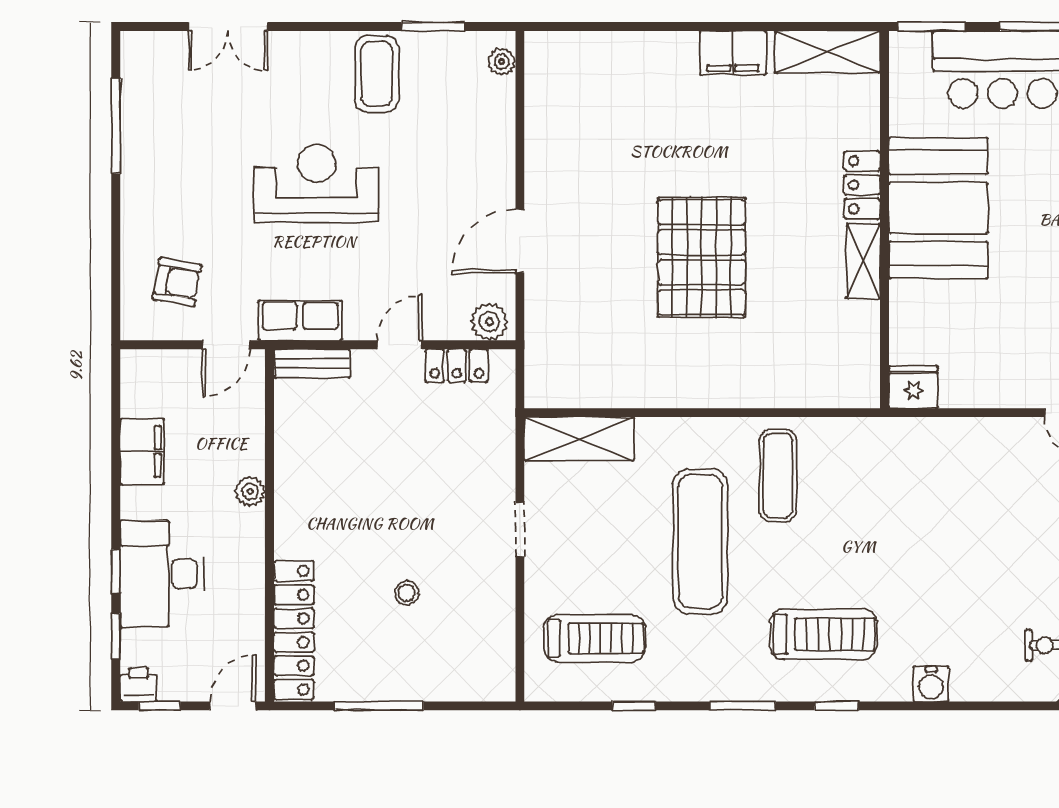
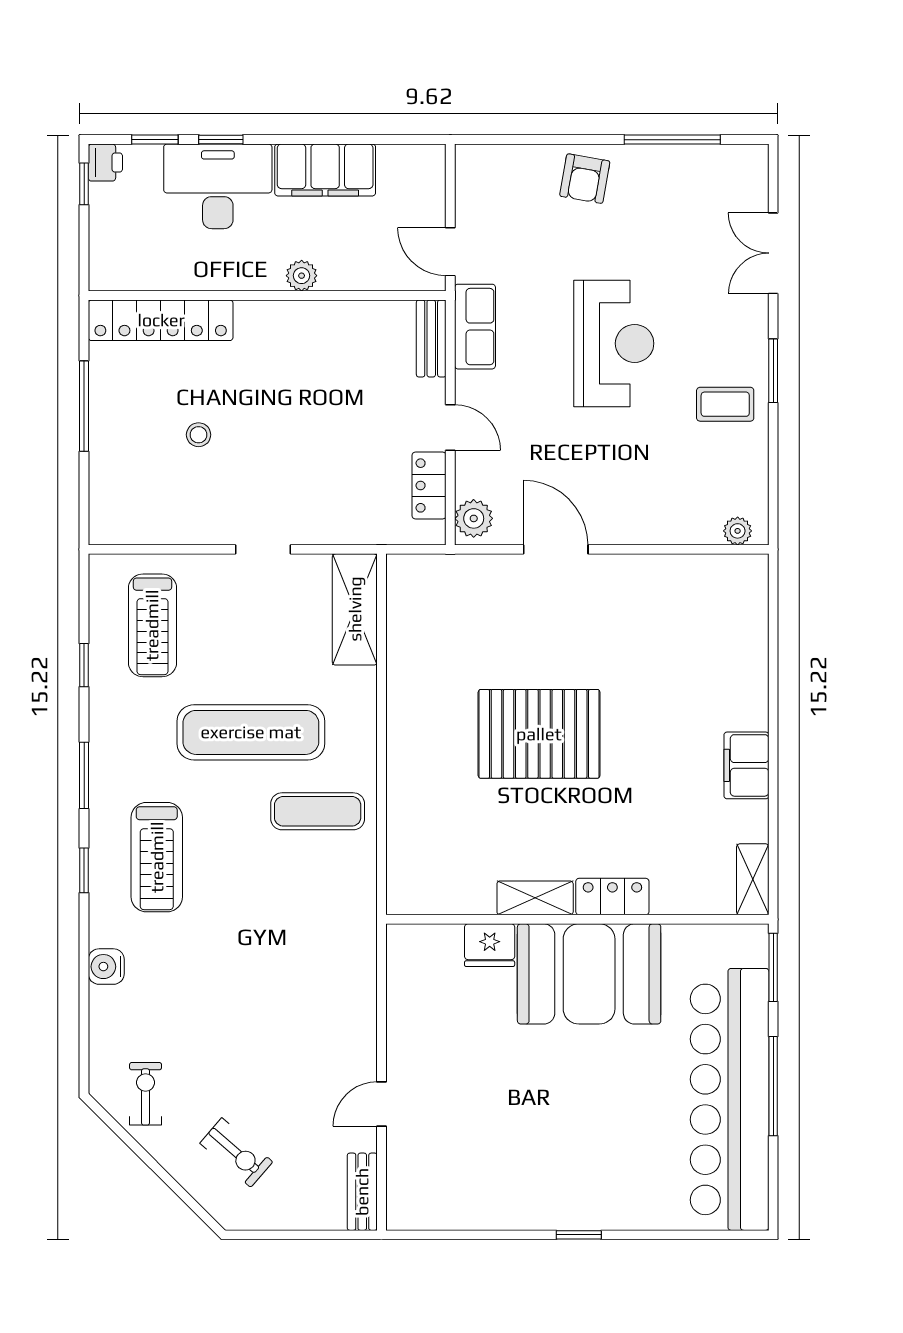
window: (433, 27) -> (773, 371), moved
shelving: (827, 52) -> (753, 879), width x0.67, depth x0.75
coffee table: (377, 74) -> (725, 404), width x0.73, depth x0.77
armchair: (177, 282) -> (585, 179), moved
fridge: (913, 387) -> (490, 945), moved, turned 90
filing cabinet: (142, 452) -> (325, 170), width x1.50, depth x1.17
door: (233, 706) -> (84, 258), removed

